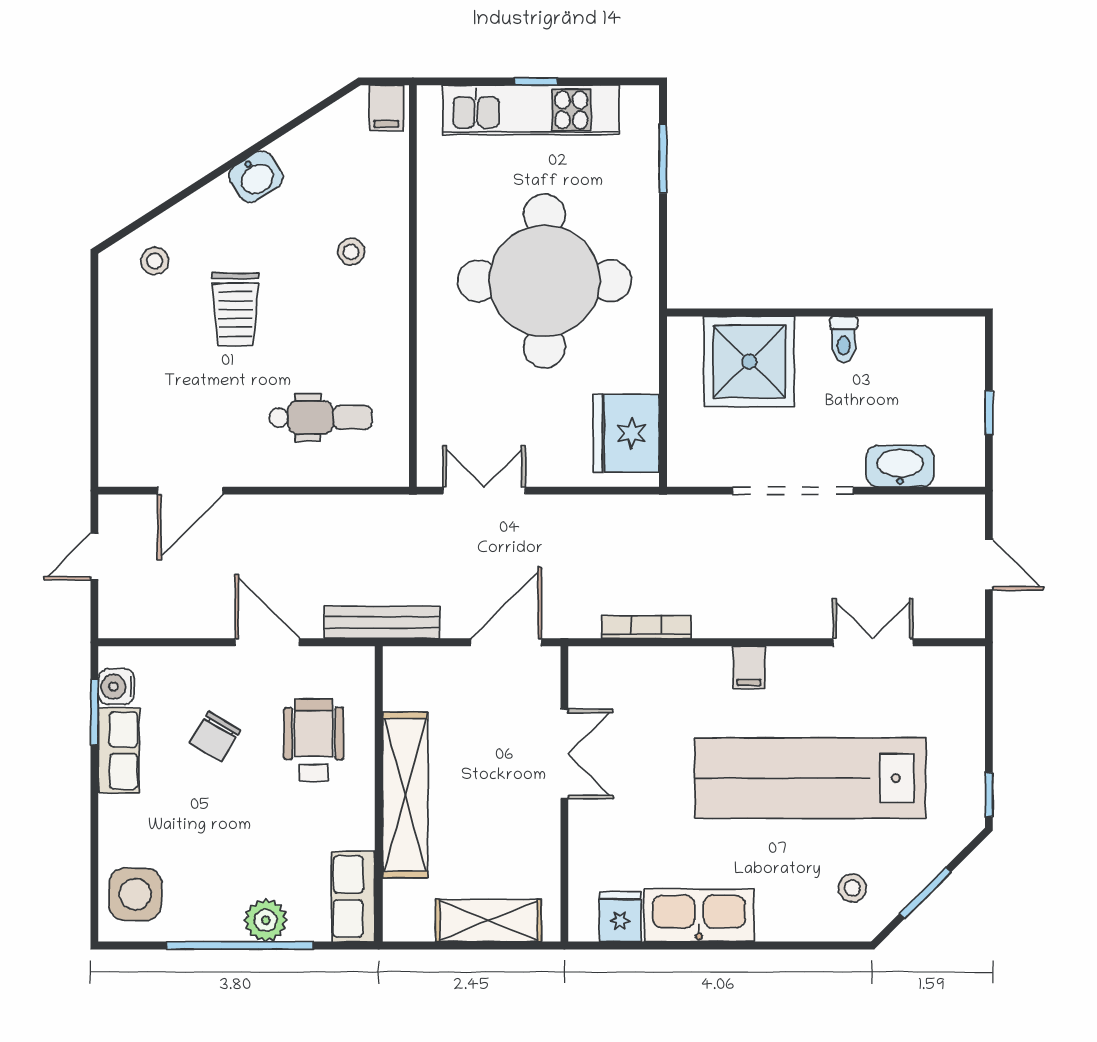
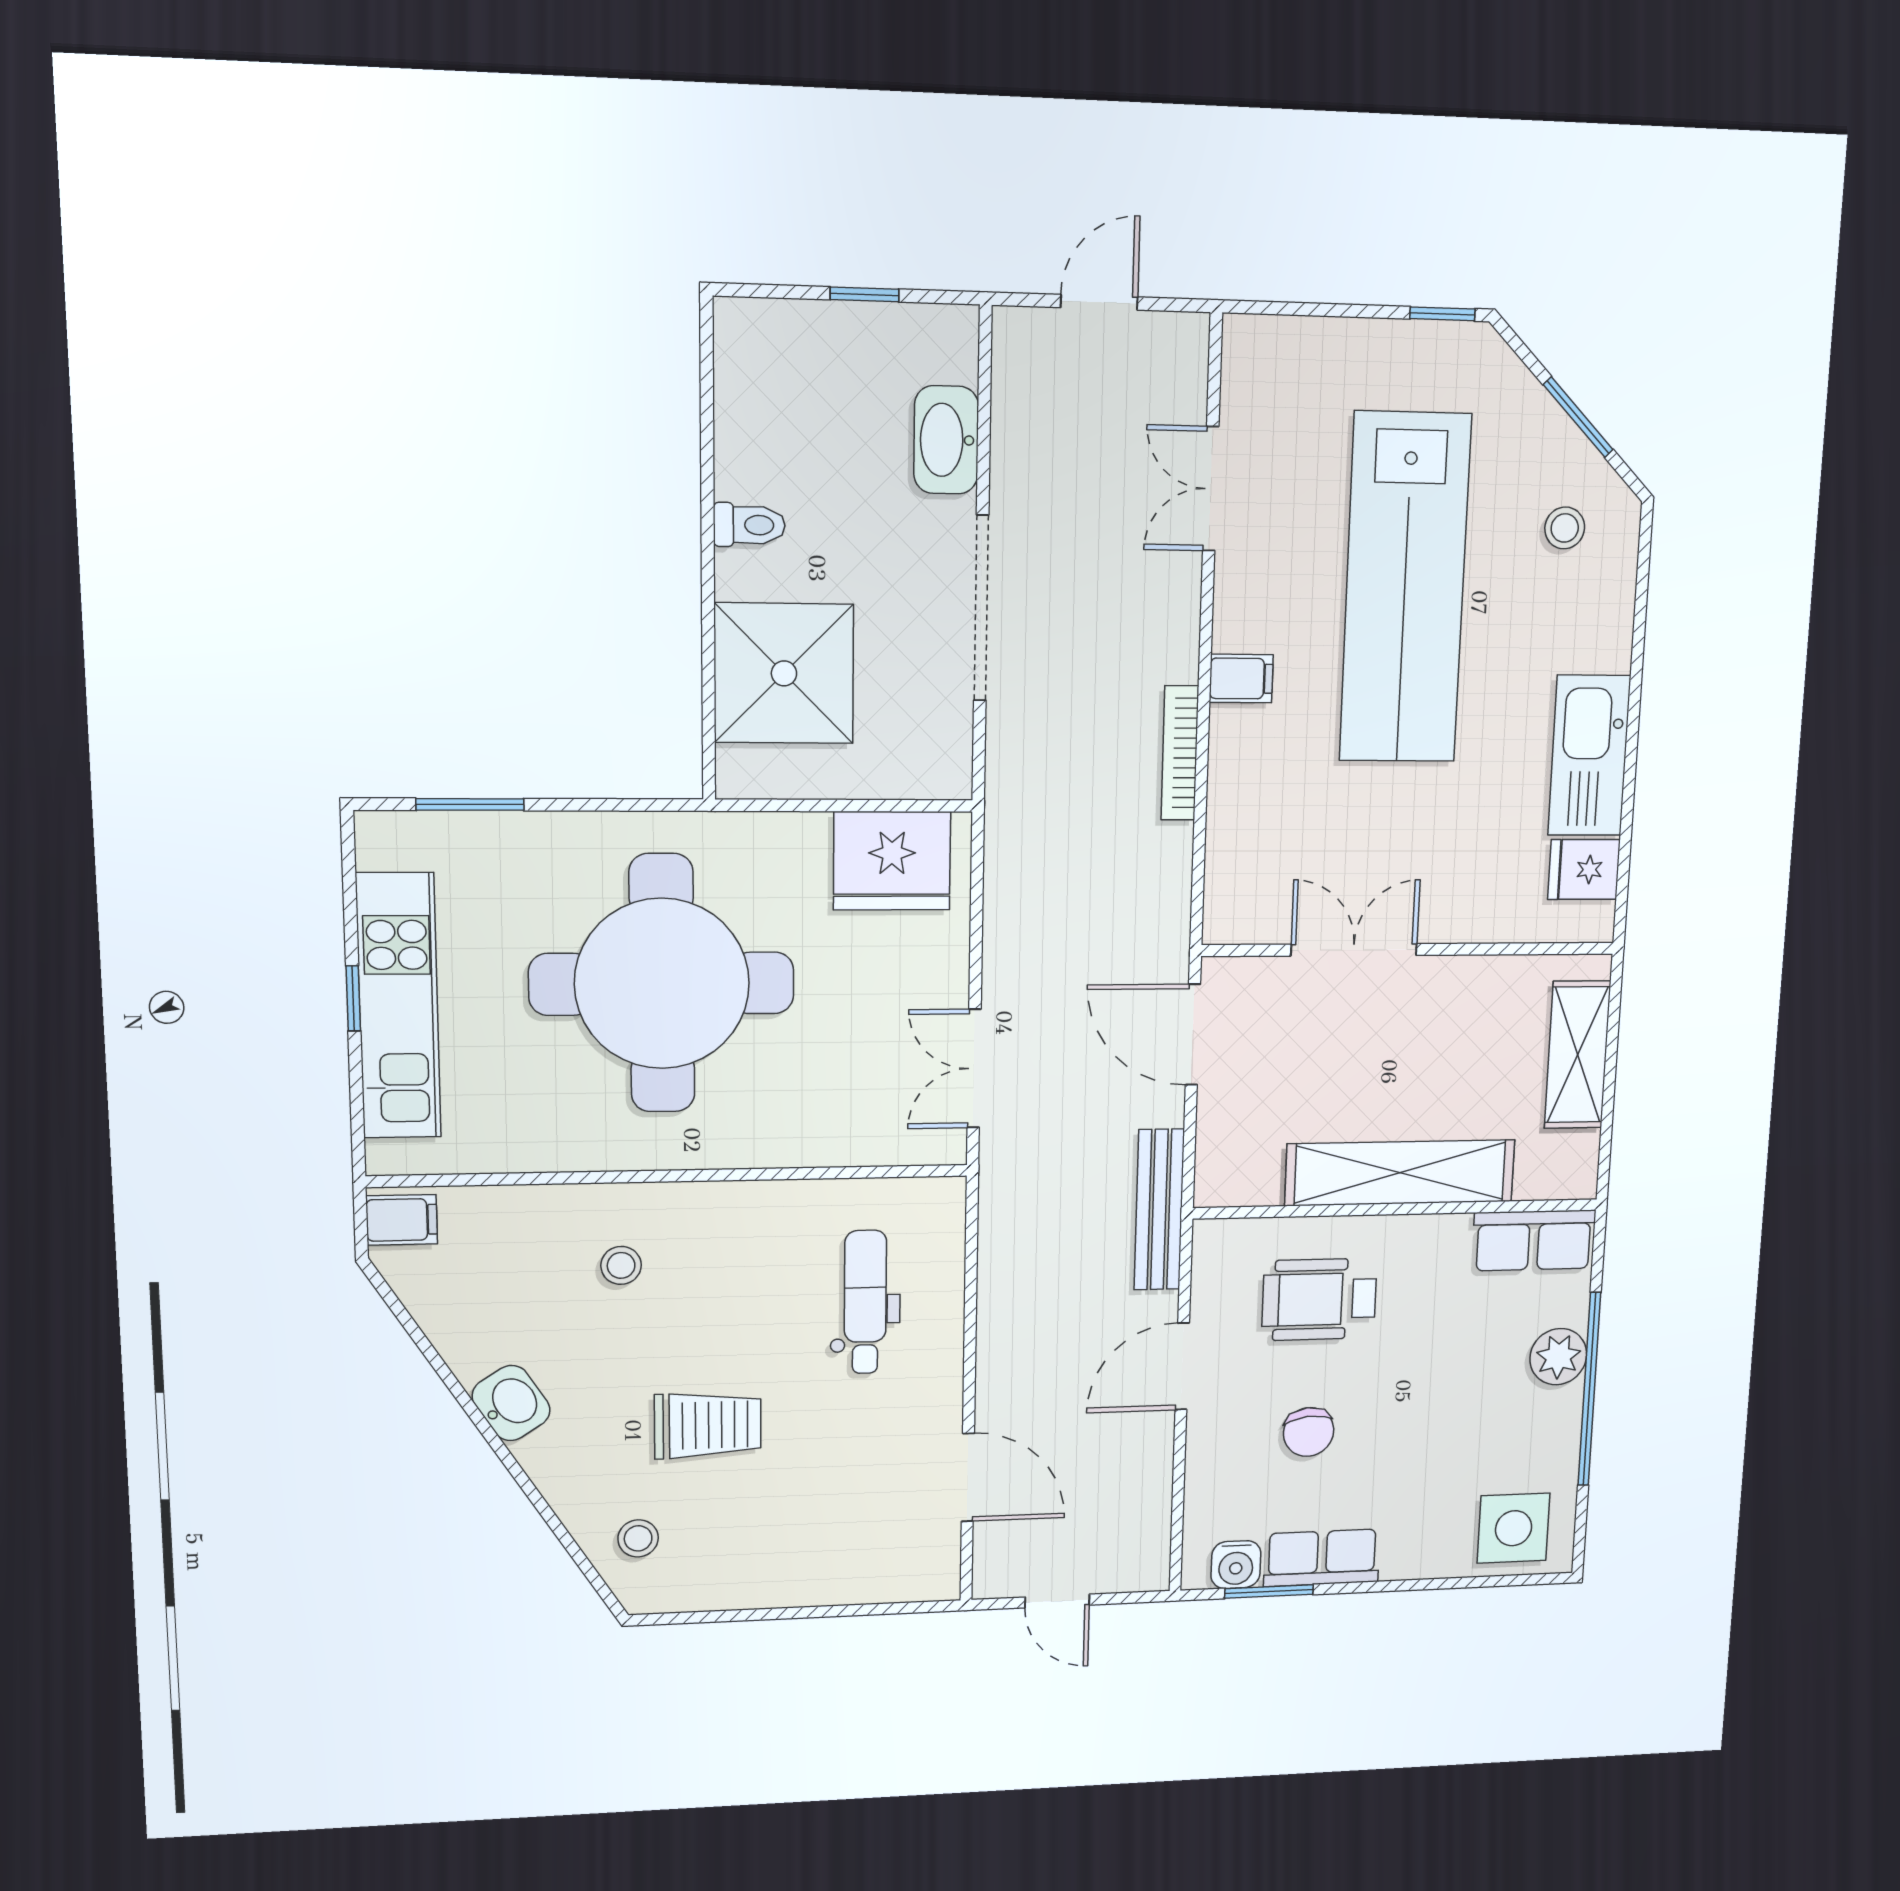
bookcase: (646, 627) -> (1180, 753), moved
chair: (215, 736) -> (1309, 1432), turned 53

